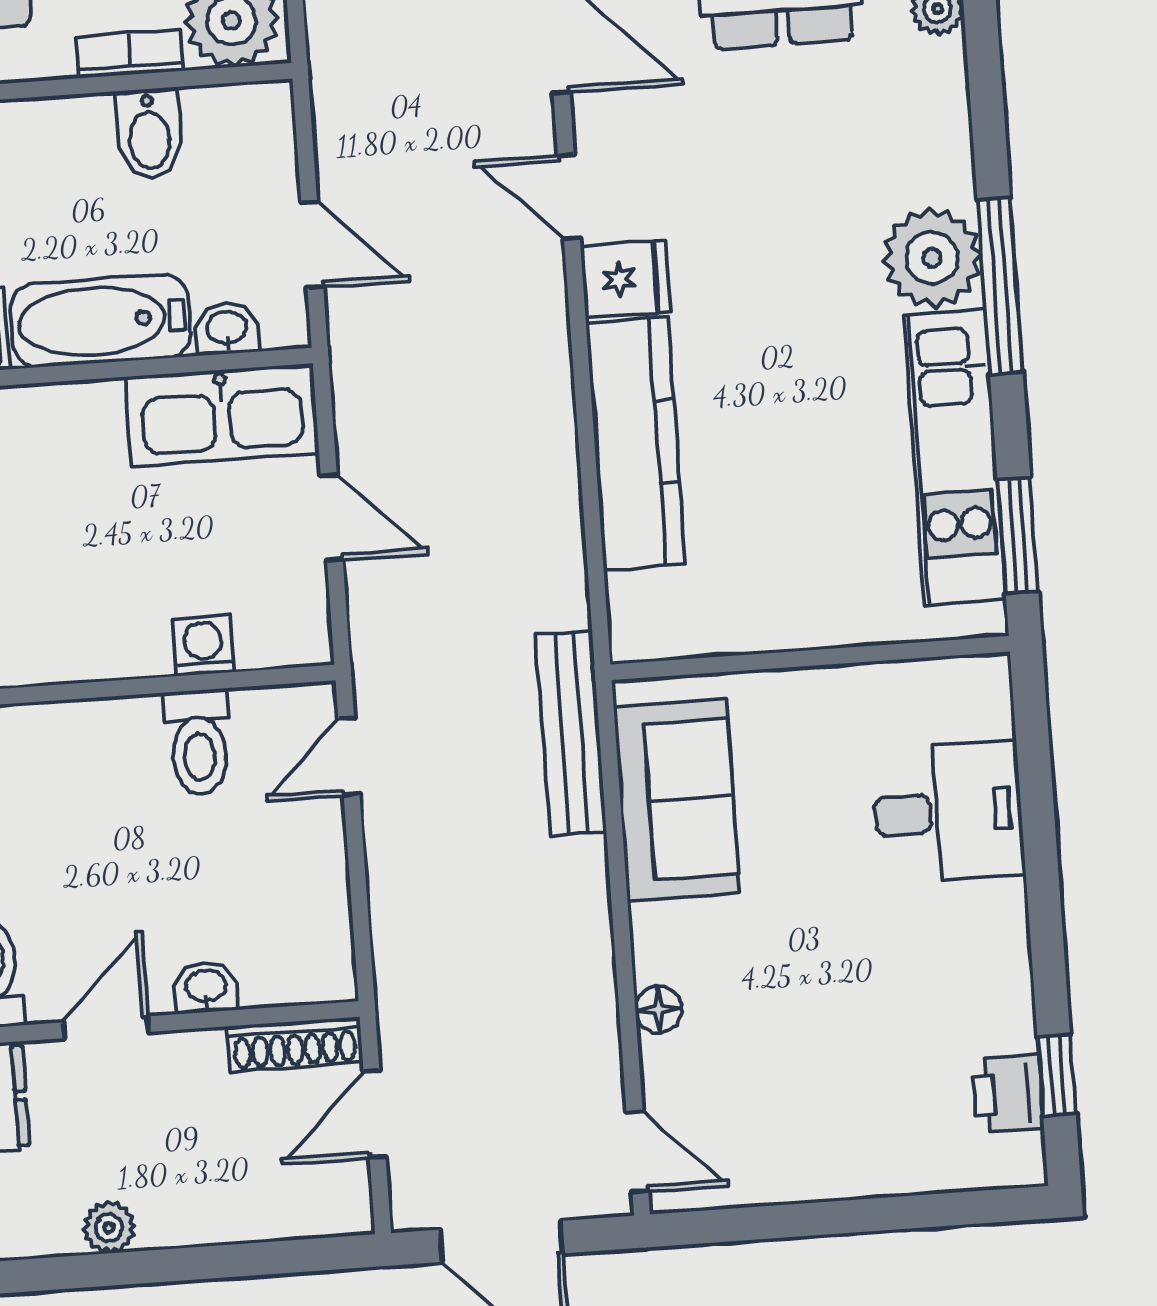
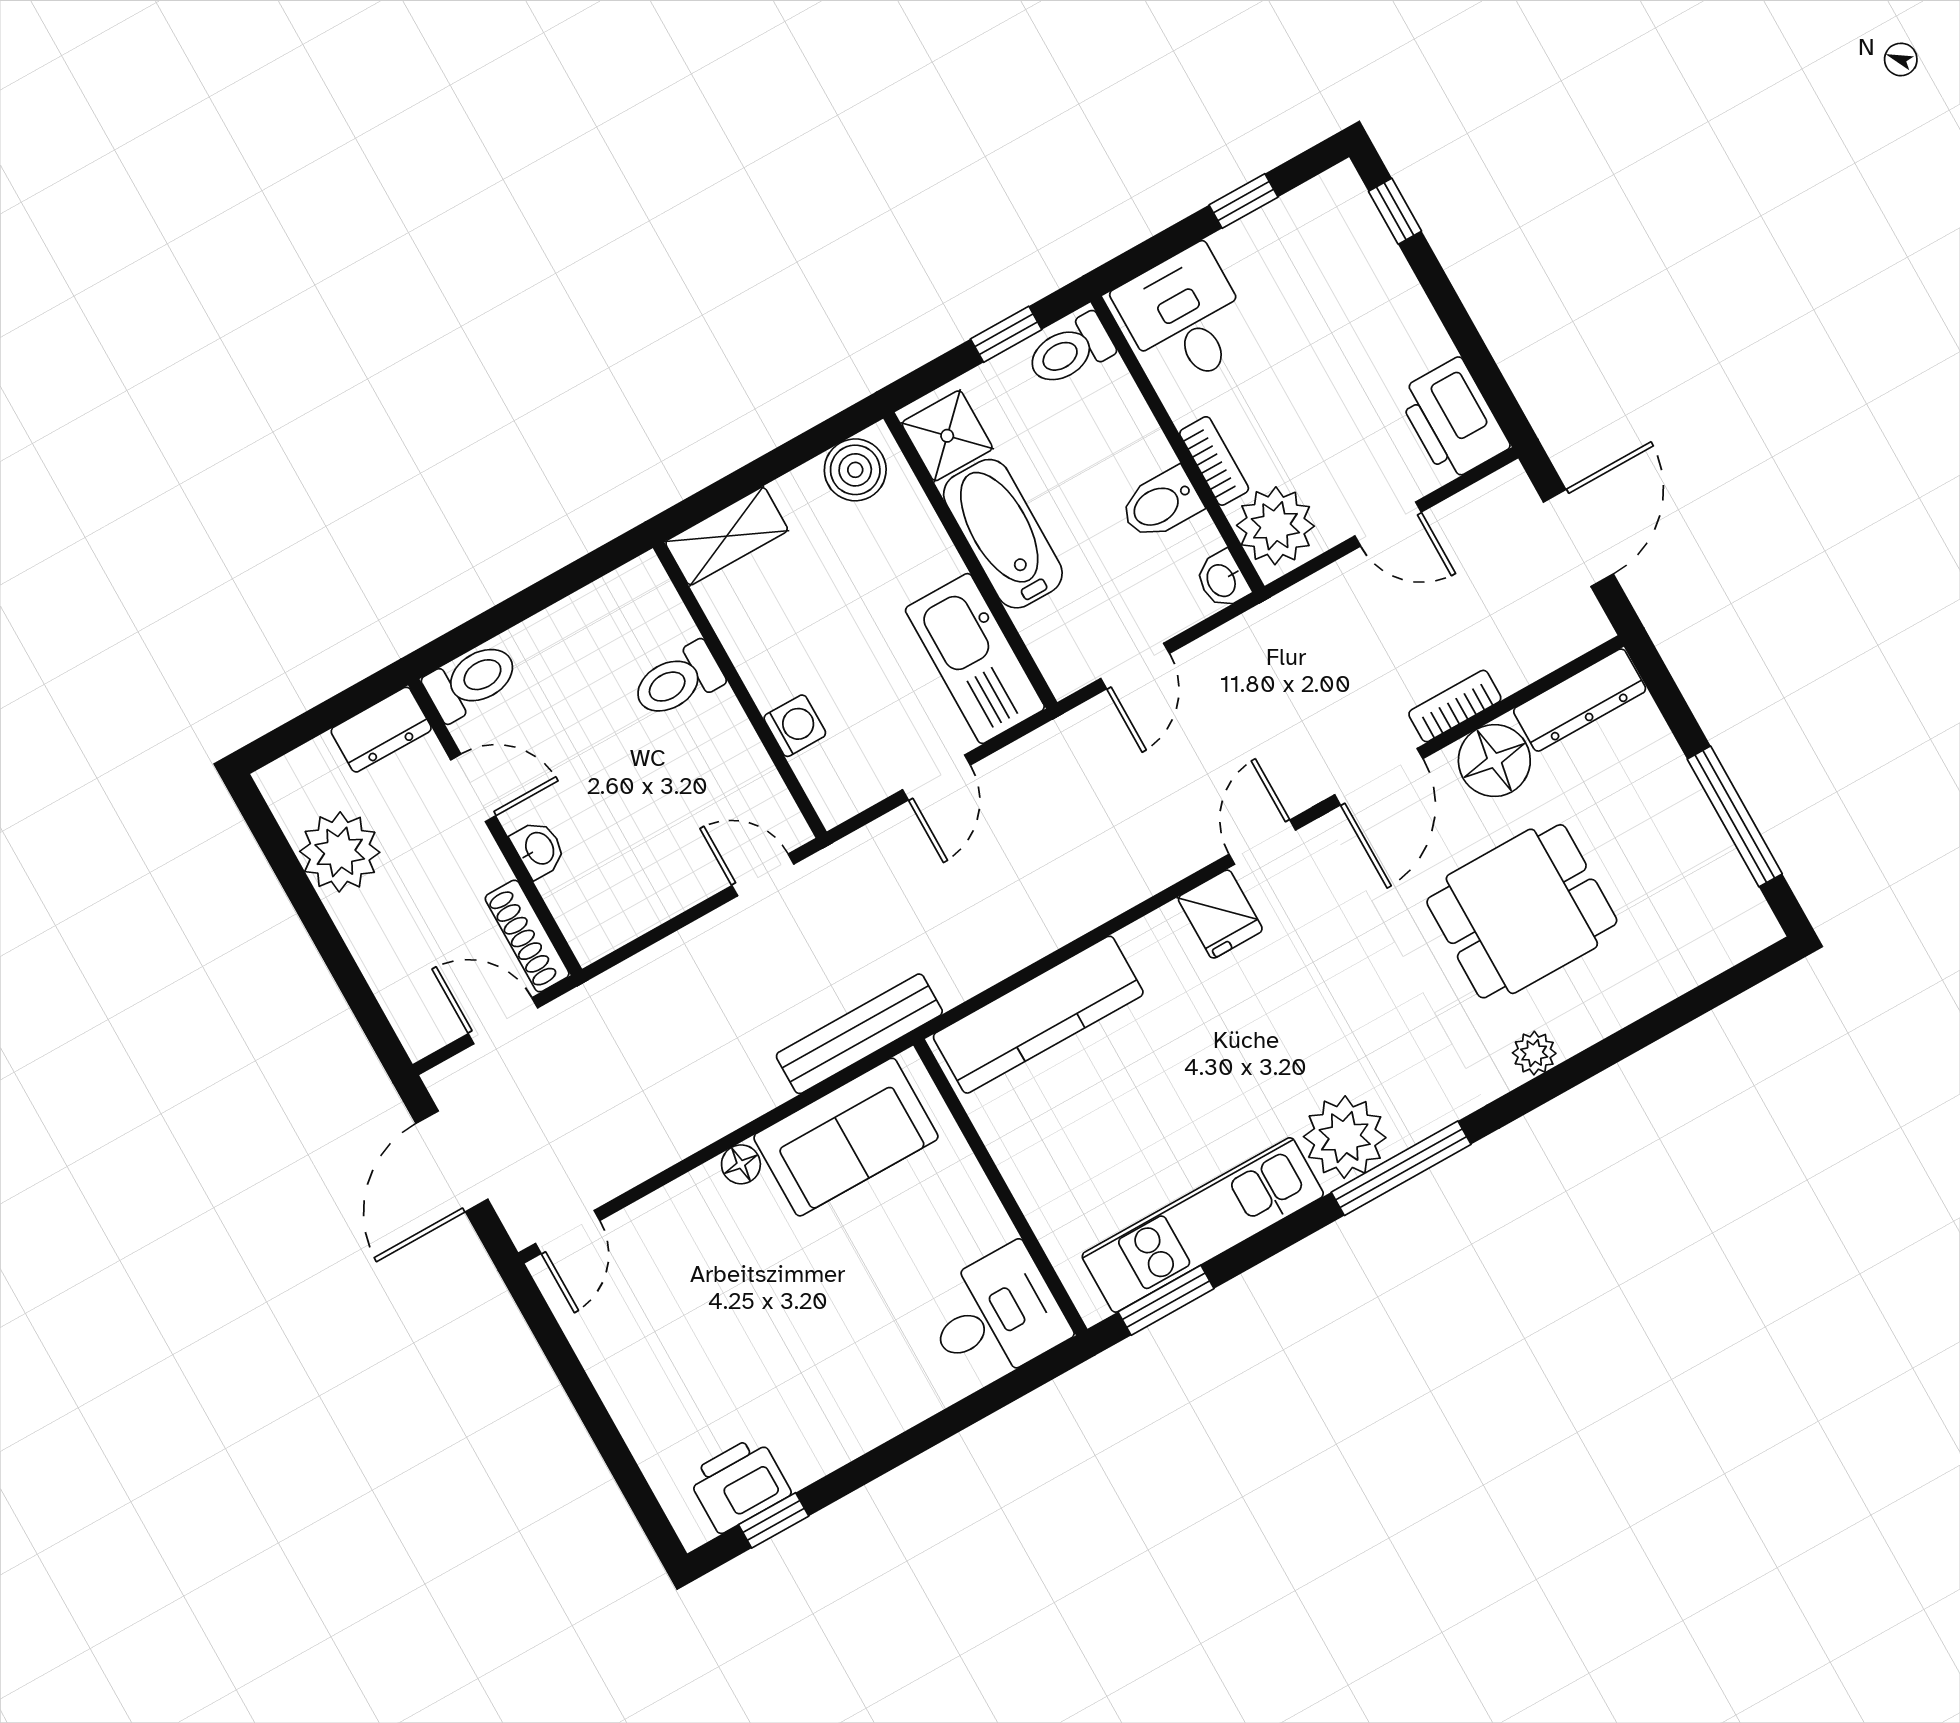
window: (1000, 286) -> (1401, 1168), moved
washbasin: (227, 329) -> (1222, 580), moved, turned 180
kitchen counter: (636, 444) -> (1038, 1015), moved
toilet: (199, 742) -> (678, 681), moved
desk: (948, 812) -> (995, 1316), moved, turned -90
floor lamp: (658, 1009) -> (741, 1164), moved
printer: (1008, 1094) -> (739, 1484), width x1.36, depth x1.24
plant: (109, 1227) -> (340, 852), width x1.88, depth x1.88

